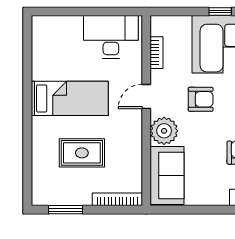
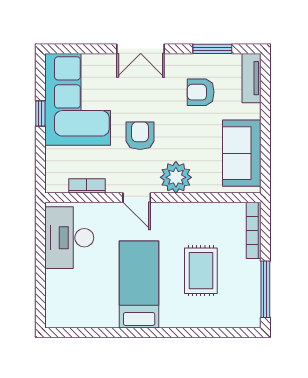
sofa: (167, 175) -> (242, 153), moved, turned -90
window: (65, 210) -> (265, 289), width x1.44

